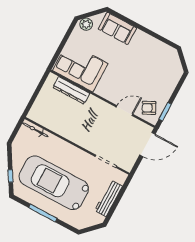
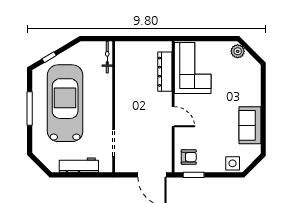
sofa: (117, 28) -> (250, 125), moved
side table: (173, 76) -> (233, 163), added
armchair: (149, 108) -> (189, 157), turned 117
door: (125, 111) -> (173, 117), moved

